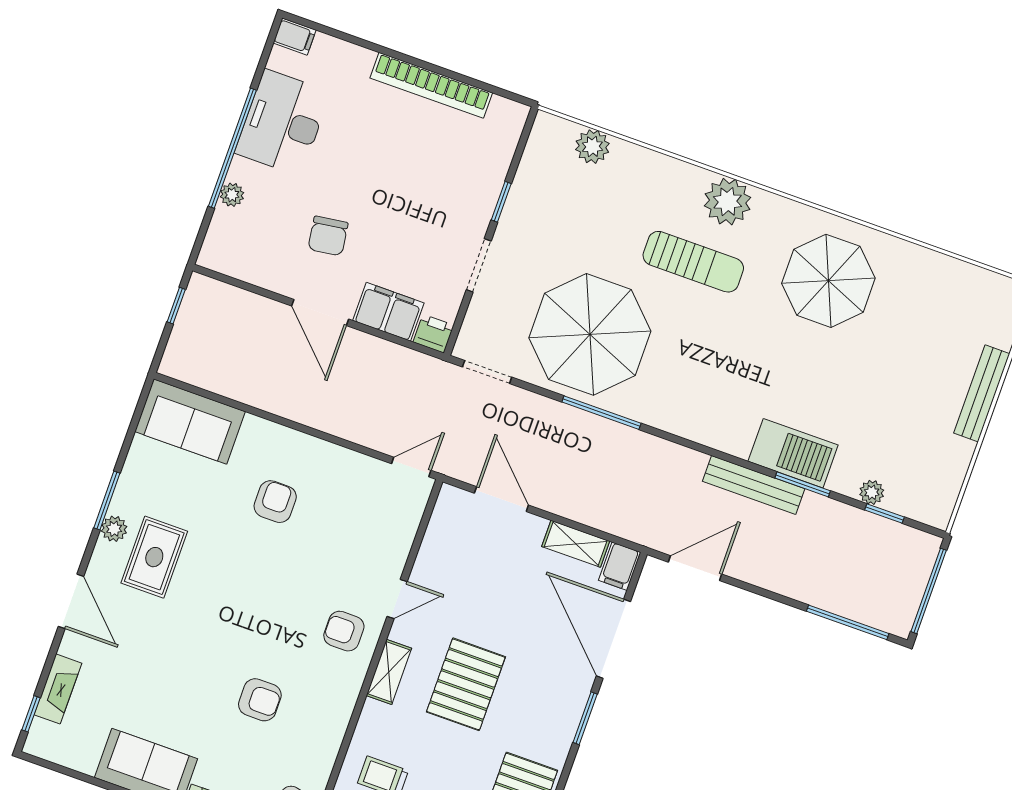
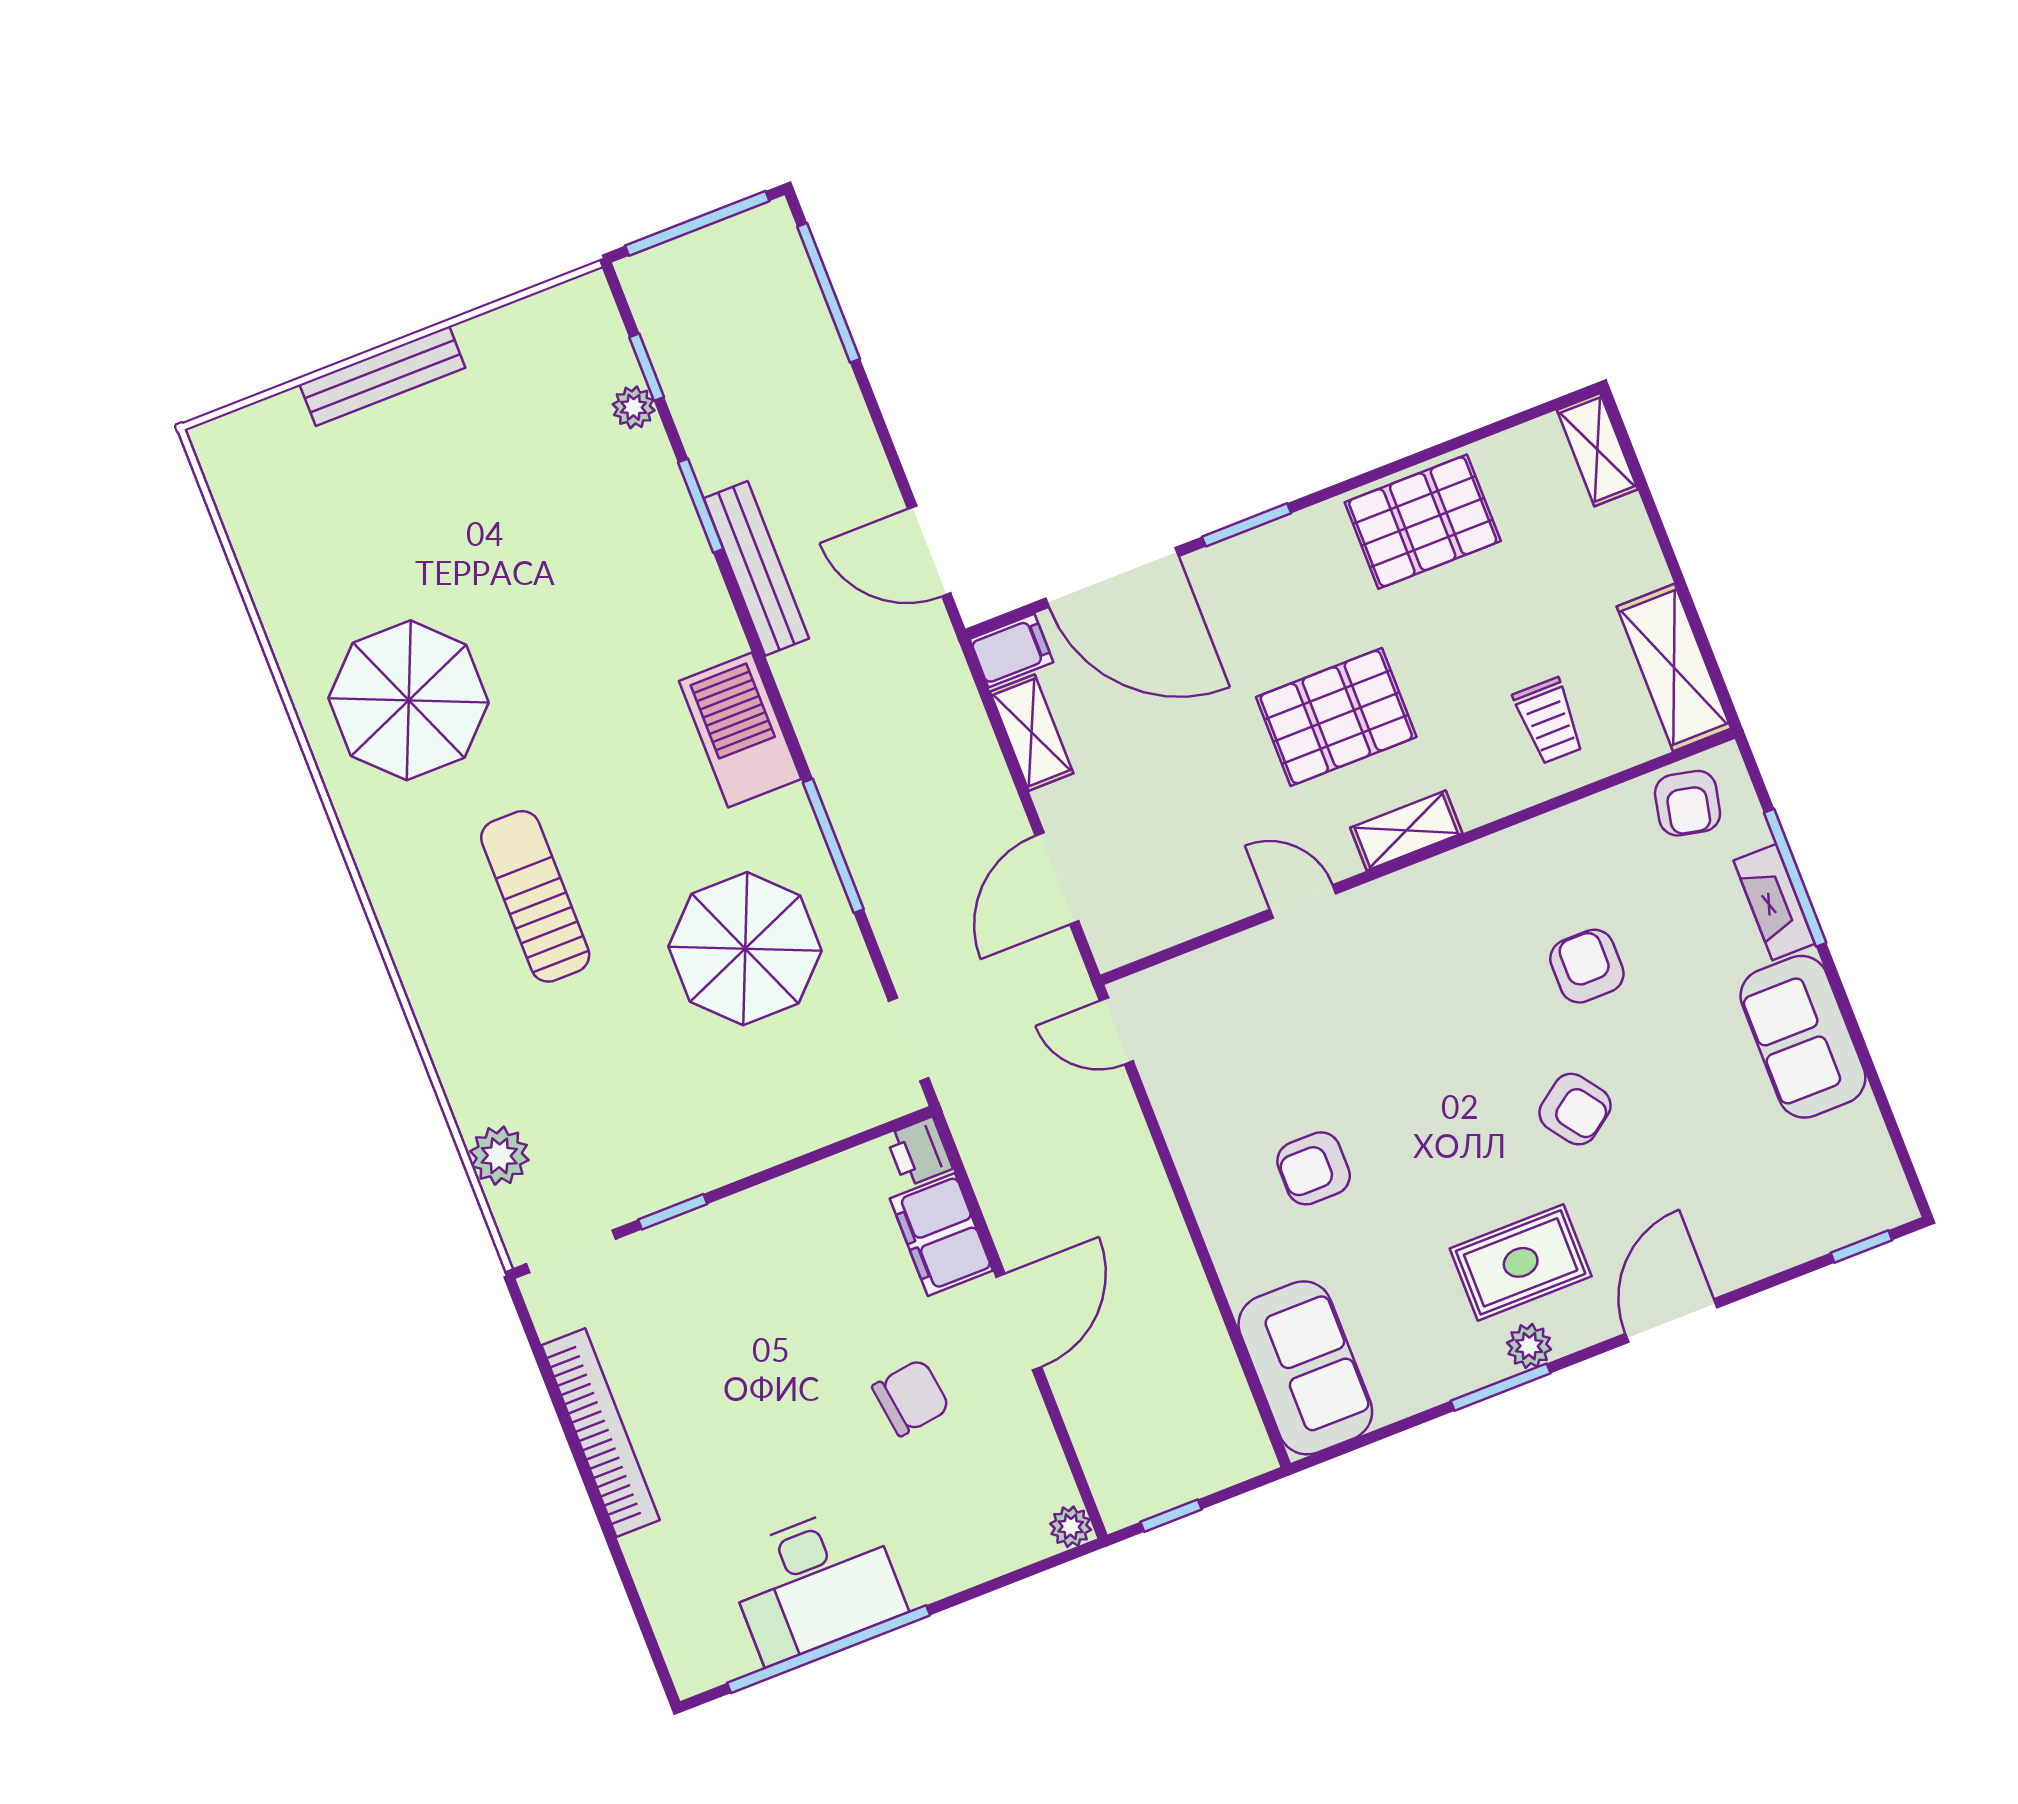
filing cabinet: (295, 37) -> (691, 1664), removed
window: (232, 148) -> (829, 1649), moved
plant: (232, 195) -> (1071, 1527), moved
plant: (728, 202) -> (419, 919), removed
doorway: (479, 265) -> (571, 1251), moved
parasol: (590, 334) -> (745, 949), width x0.73, depth x0.73
barbecue: (793, 453) -> (740, 730), moved
armchair: (344, 631) -> (1575, 1109), moved, turned -36
door: (613, 639) -> (1112, 577), hinge flipped
fireplace: (58, 689) -> (1799, 1239), removed

